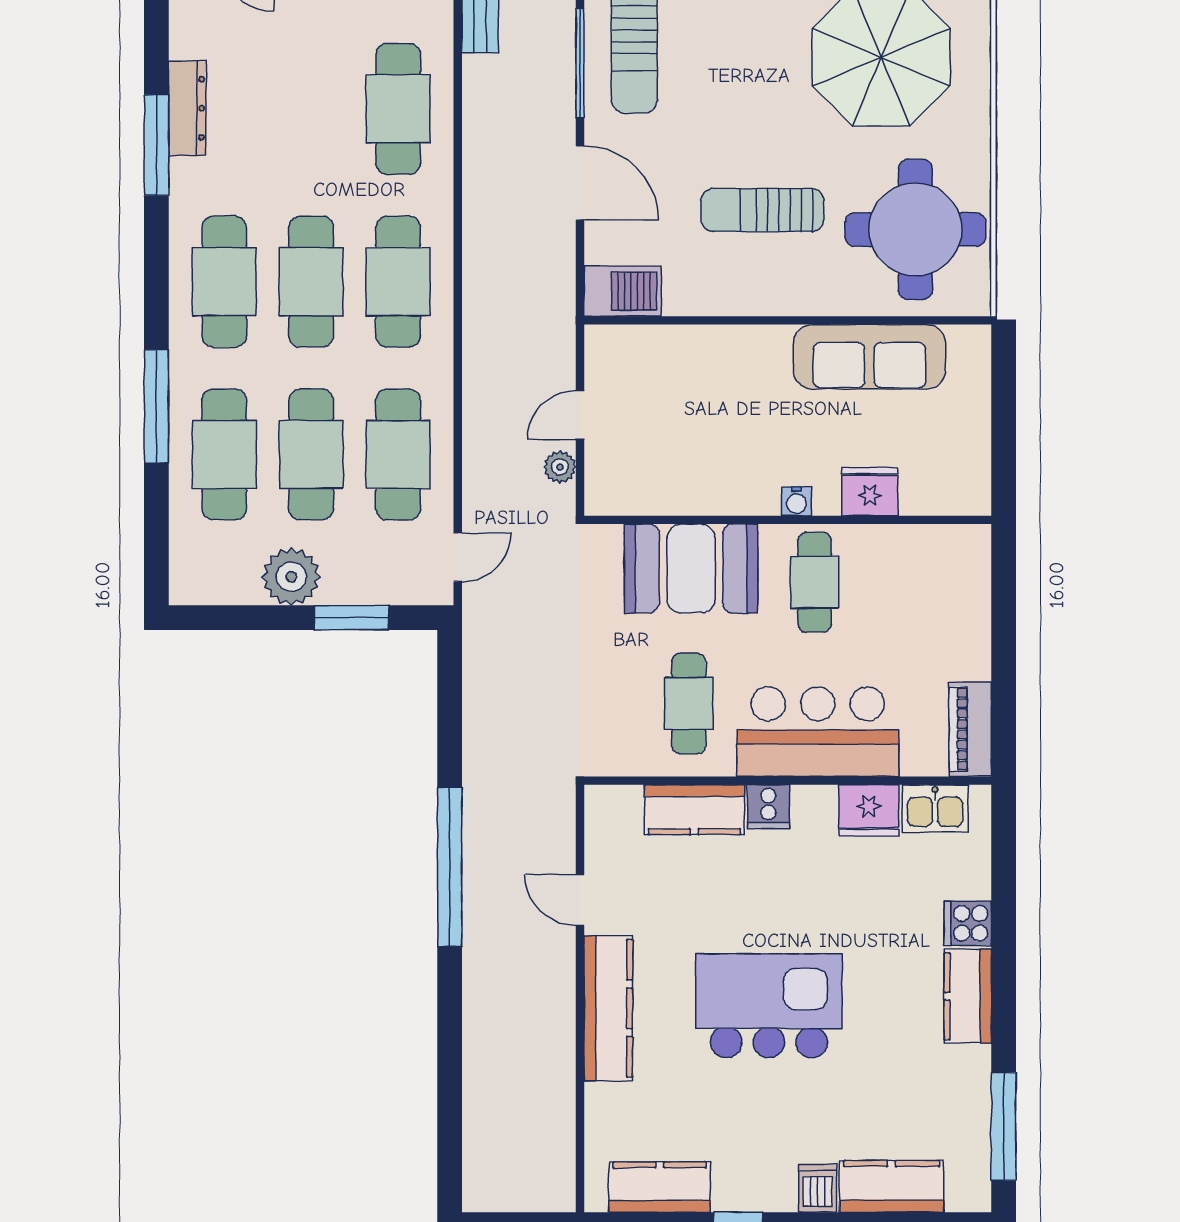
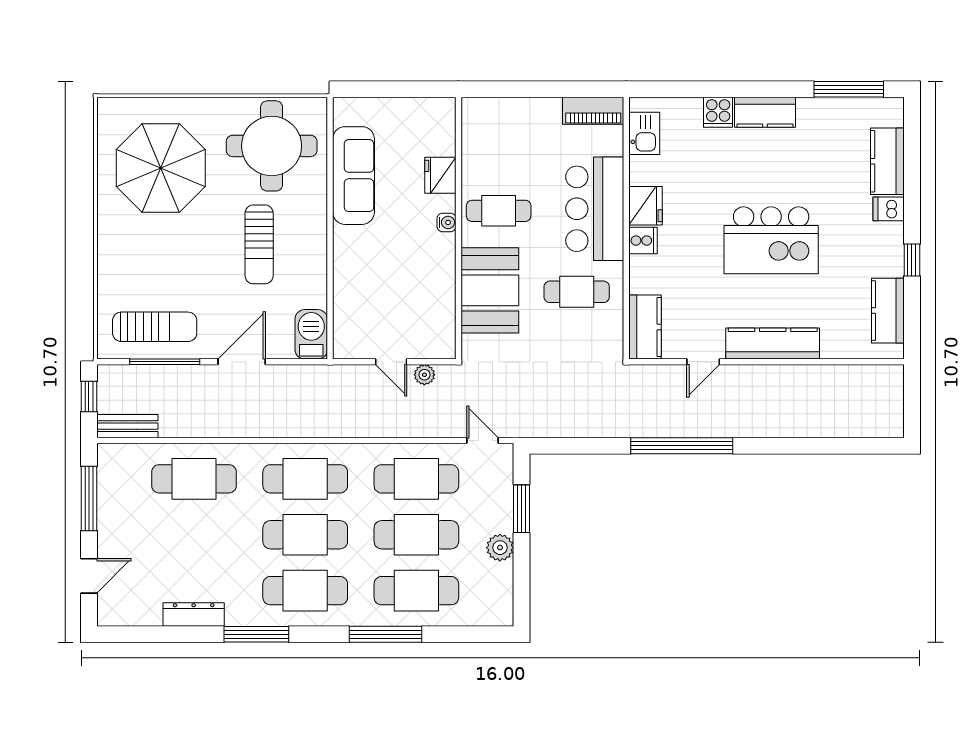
window: (156, 145) -> (256, 634), moved
plant: (291, 577) -> (500, 548), width x0.73, depth x0.73
kitchen counter: (694, 810) -> (645, 327), moved
fridge: (869, 810) -> (645, 206), moved
kitchen island: (769, 1006) -> (771, 240), turned -90

